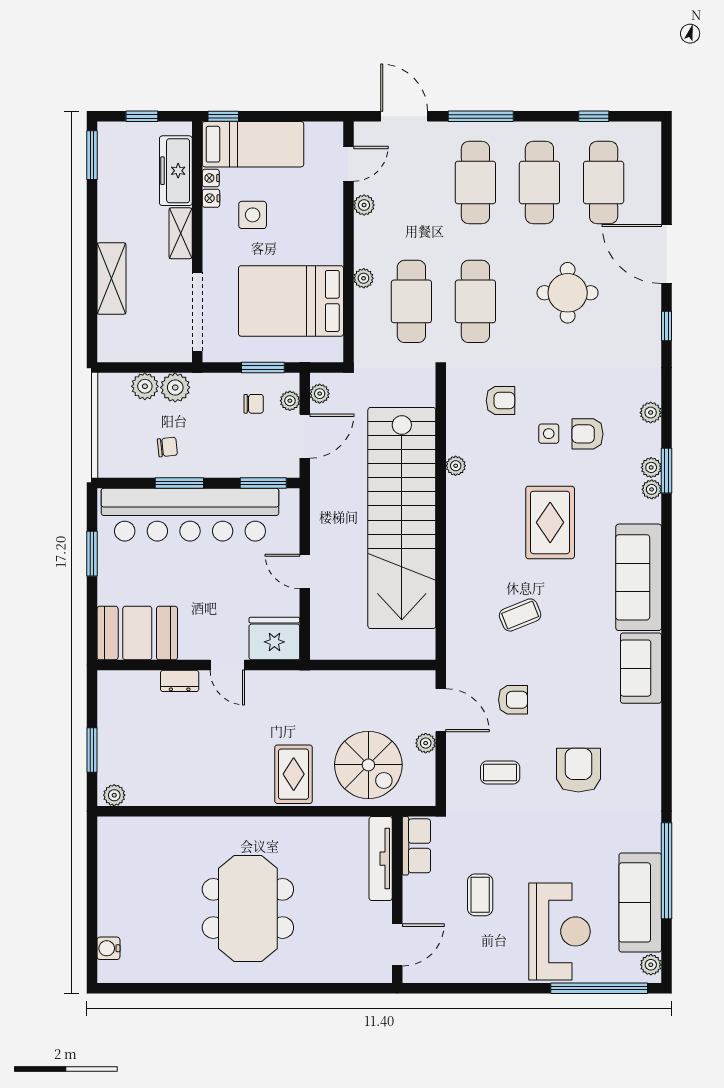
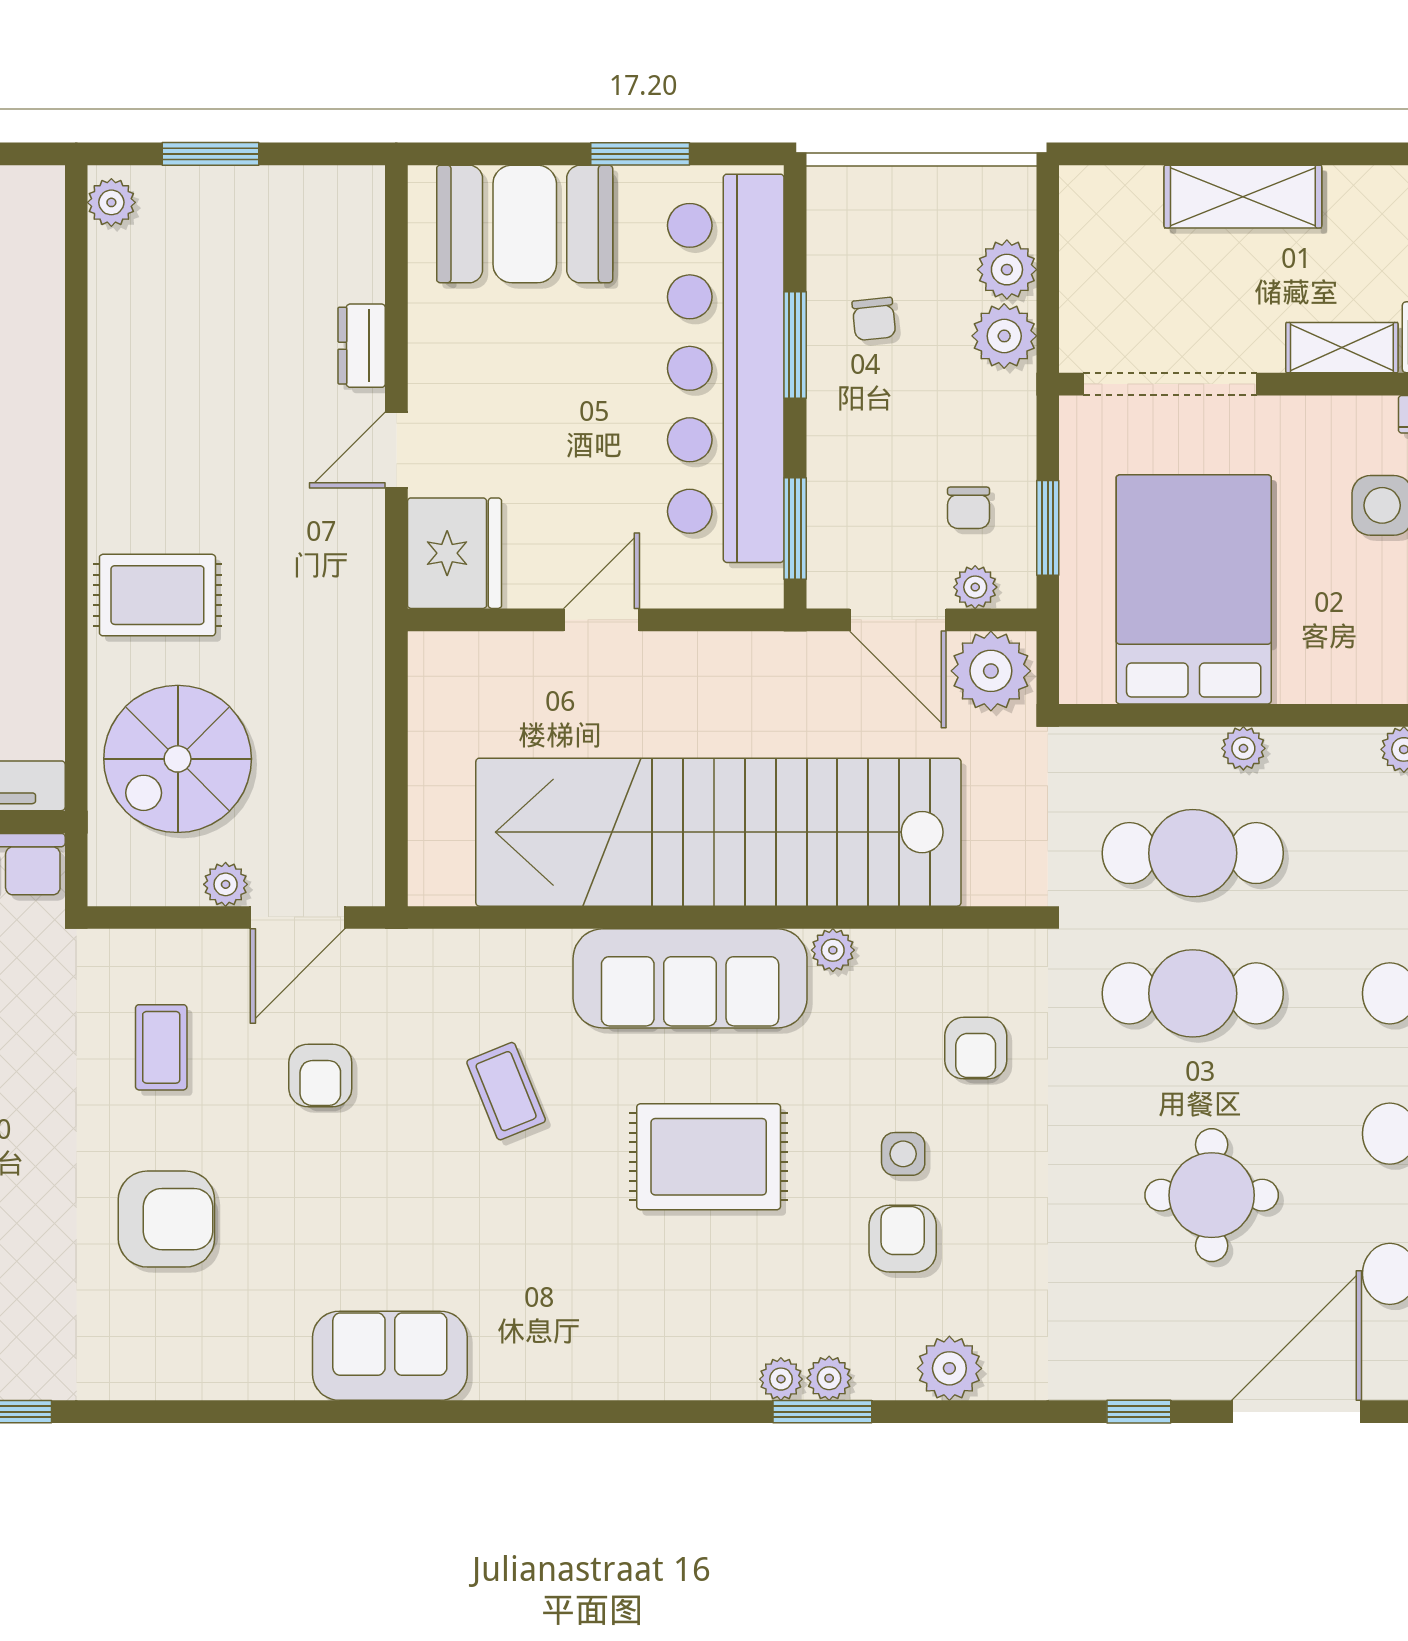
plant: (320, 394) -> (991, 671), width x1.88, depth x1.88
plant: (651, 413) -> (949, 1368), width x1.38, depth x1.38
sofa: (639, 577) -> (690, 978), moved, turned 180
booth: (137, 633) -> (525, 224), moved, turned 90

